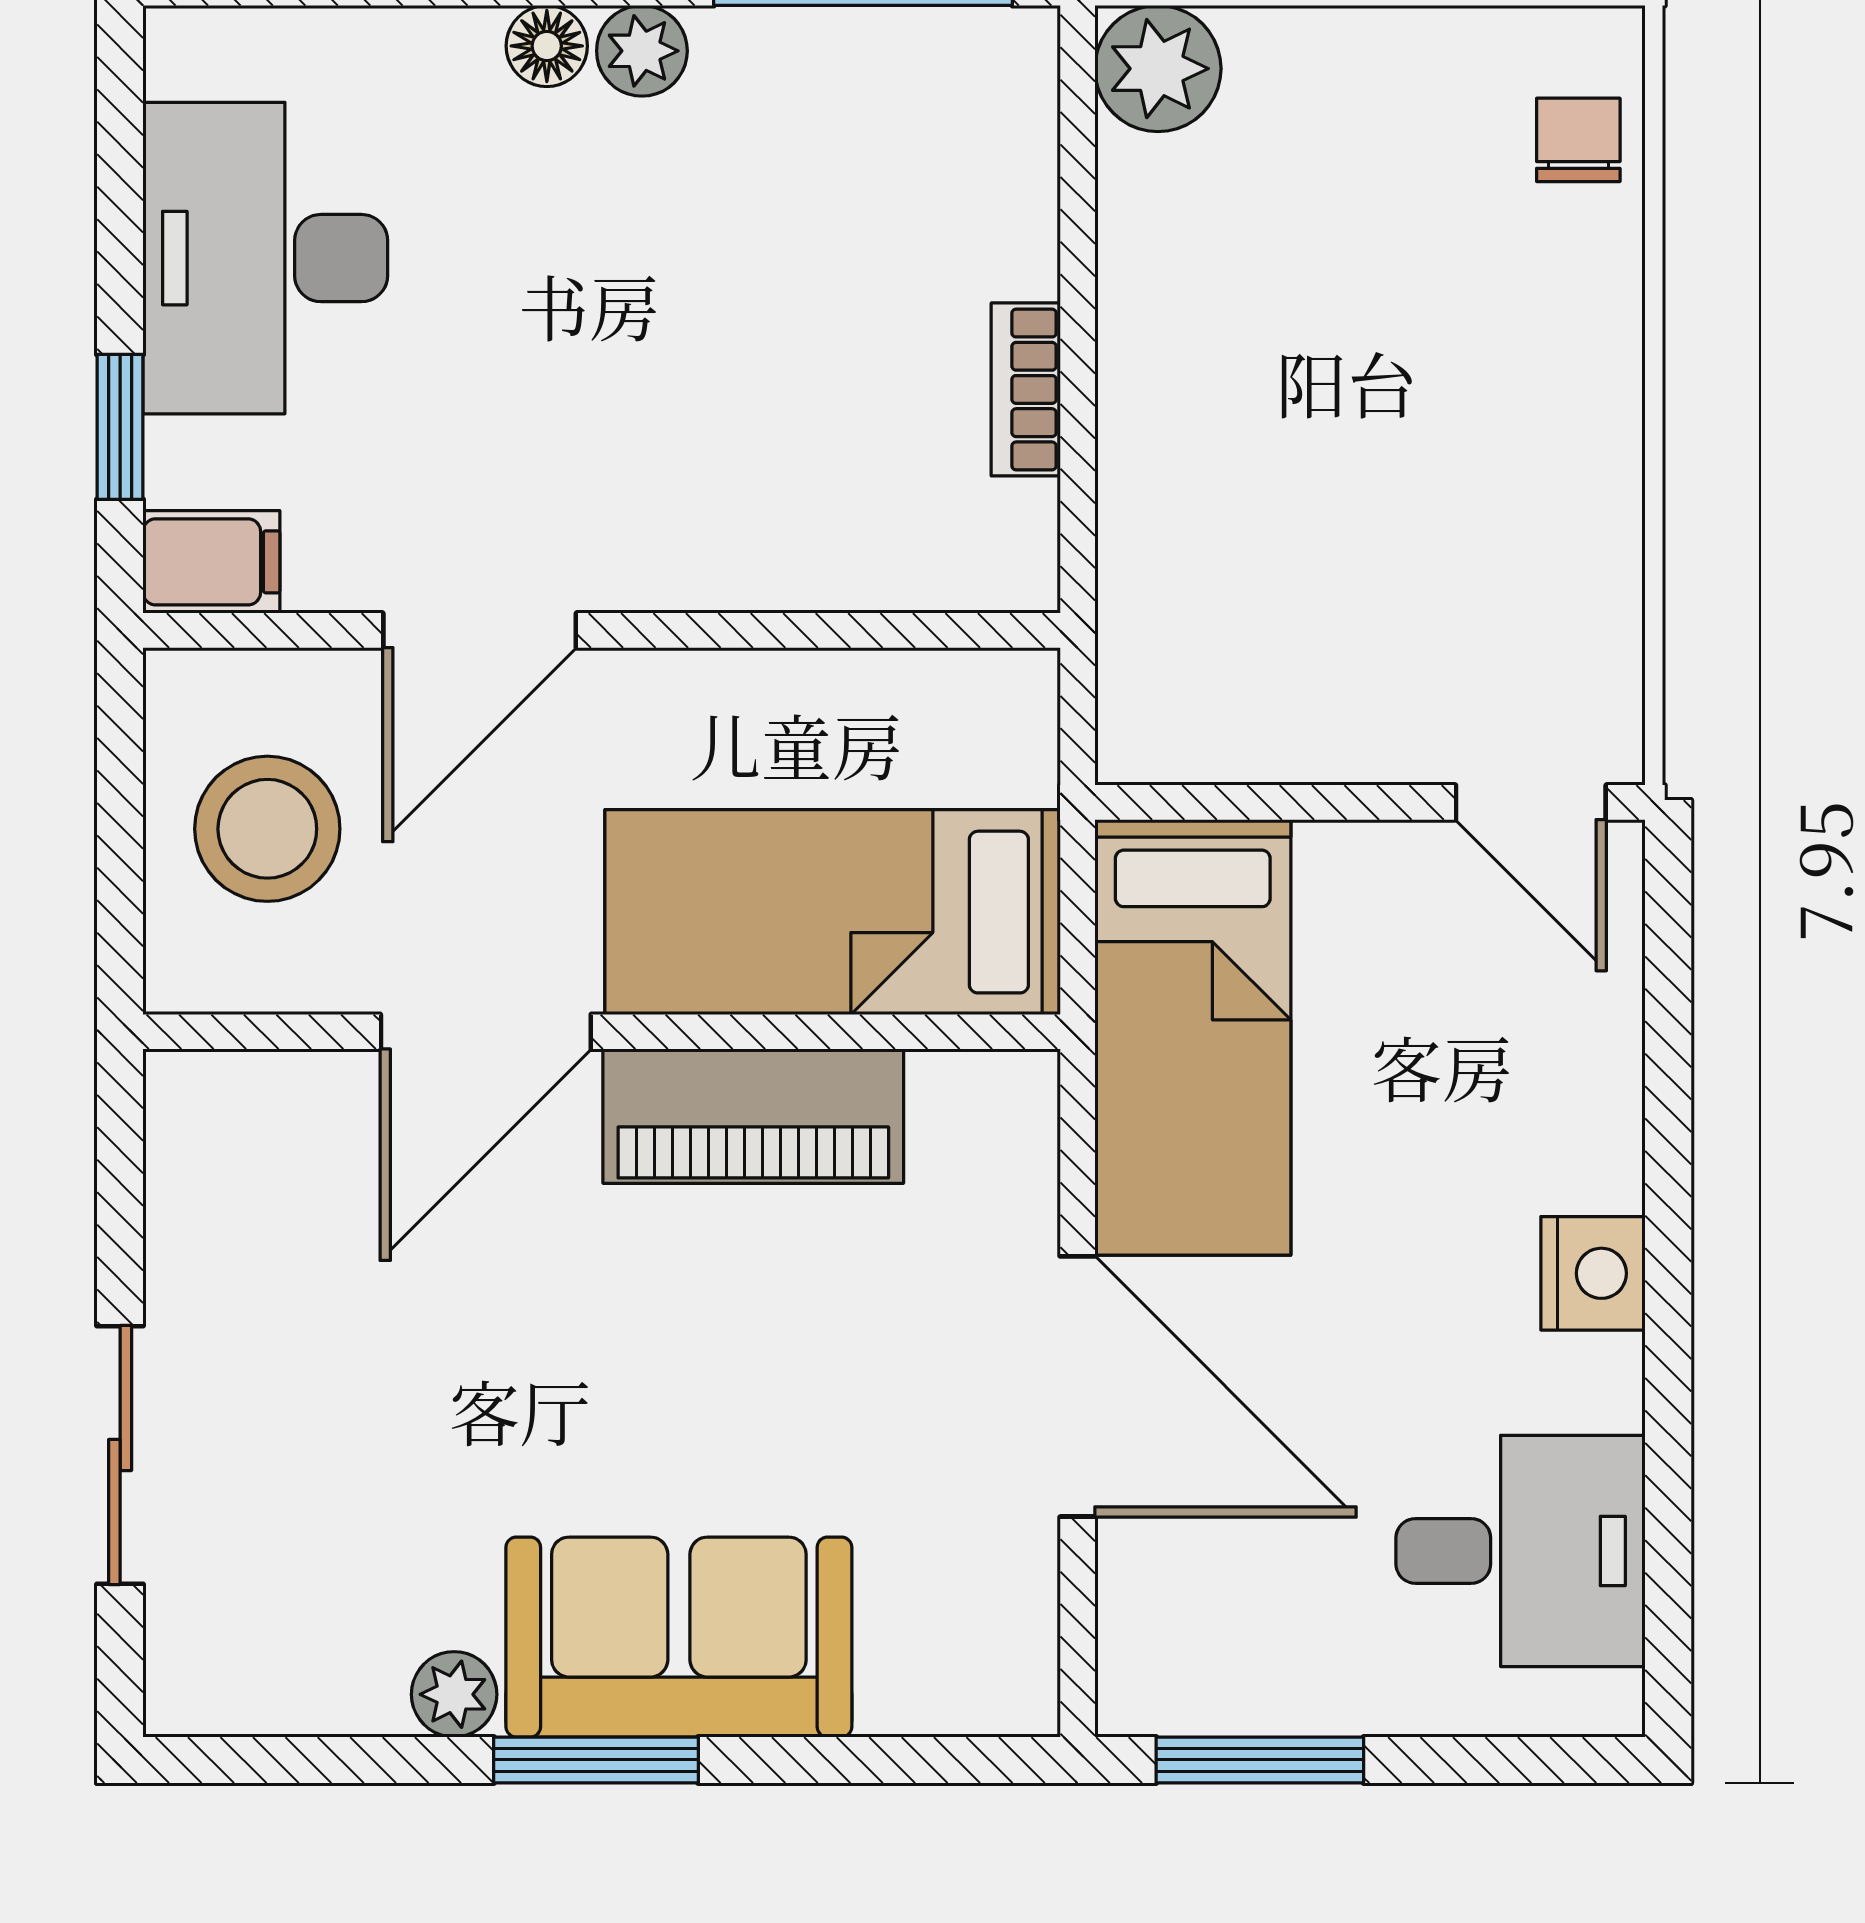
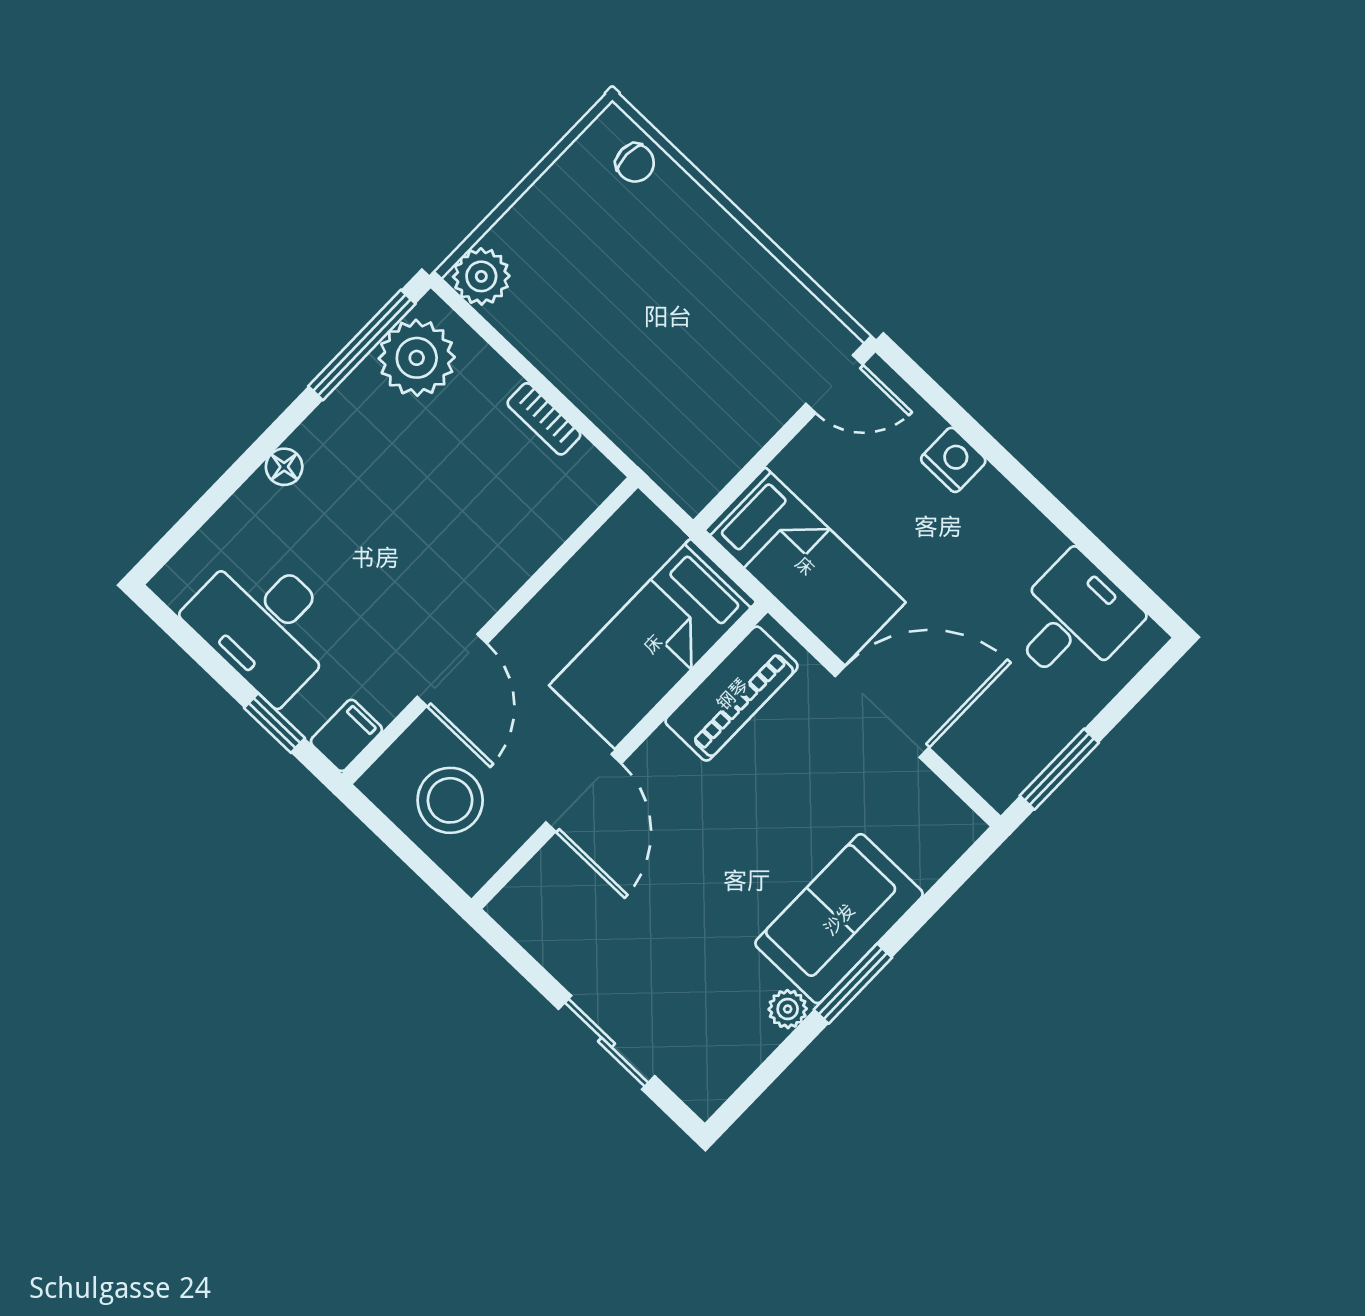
plant: (642, 51) -> (417, 358), moved, width x1.88, depth x1.88
chair: (1578, 140) -> (635, 163), turned 180
piano: (753, 1116) -> (732, 694), moved
nightstand: (1593, 1273) -> (953, 460), moved

